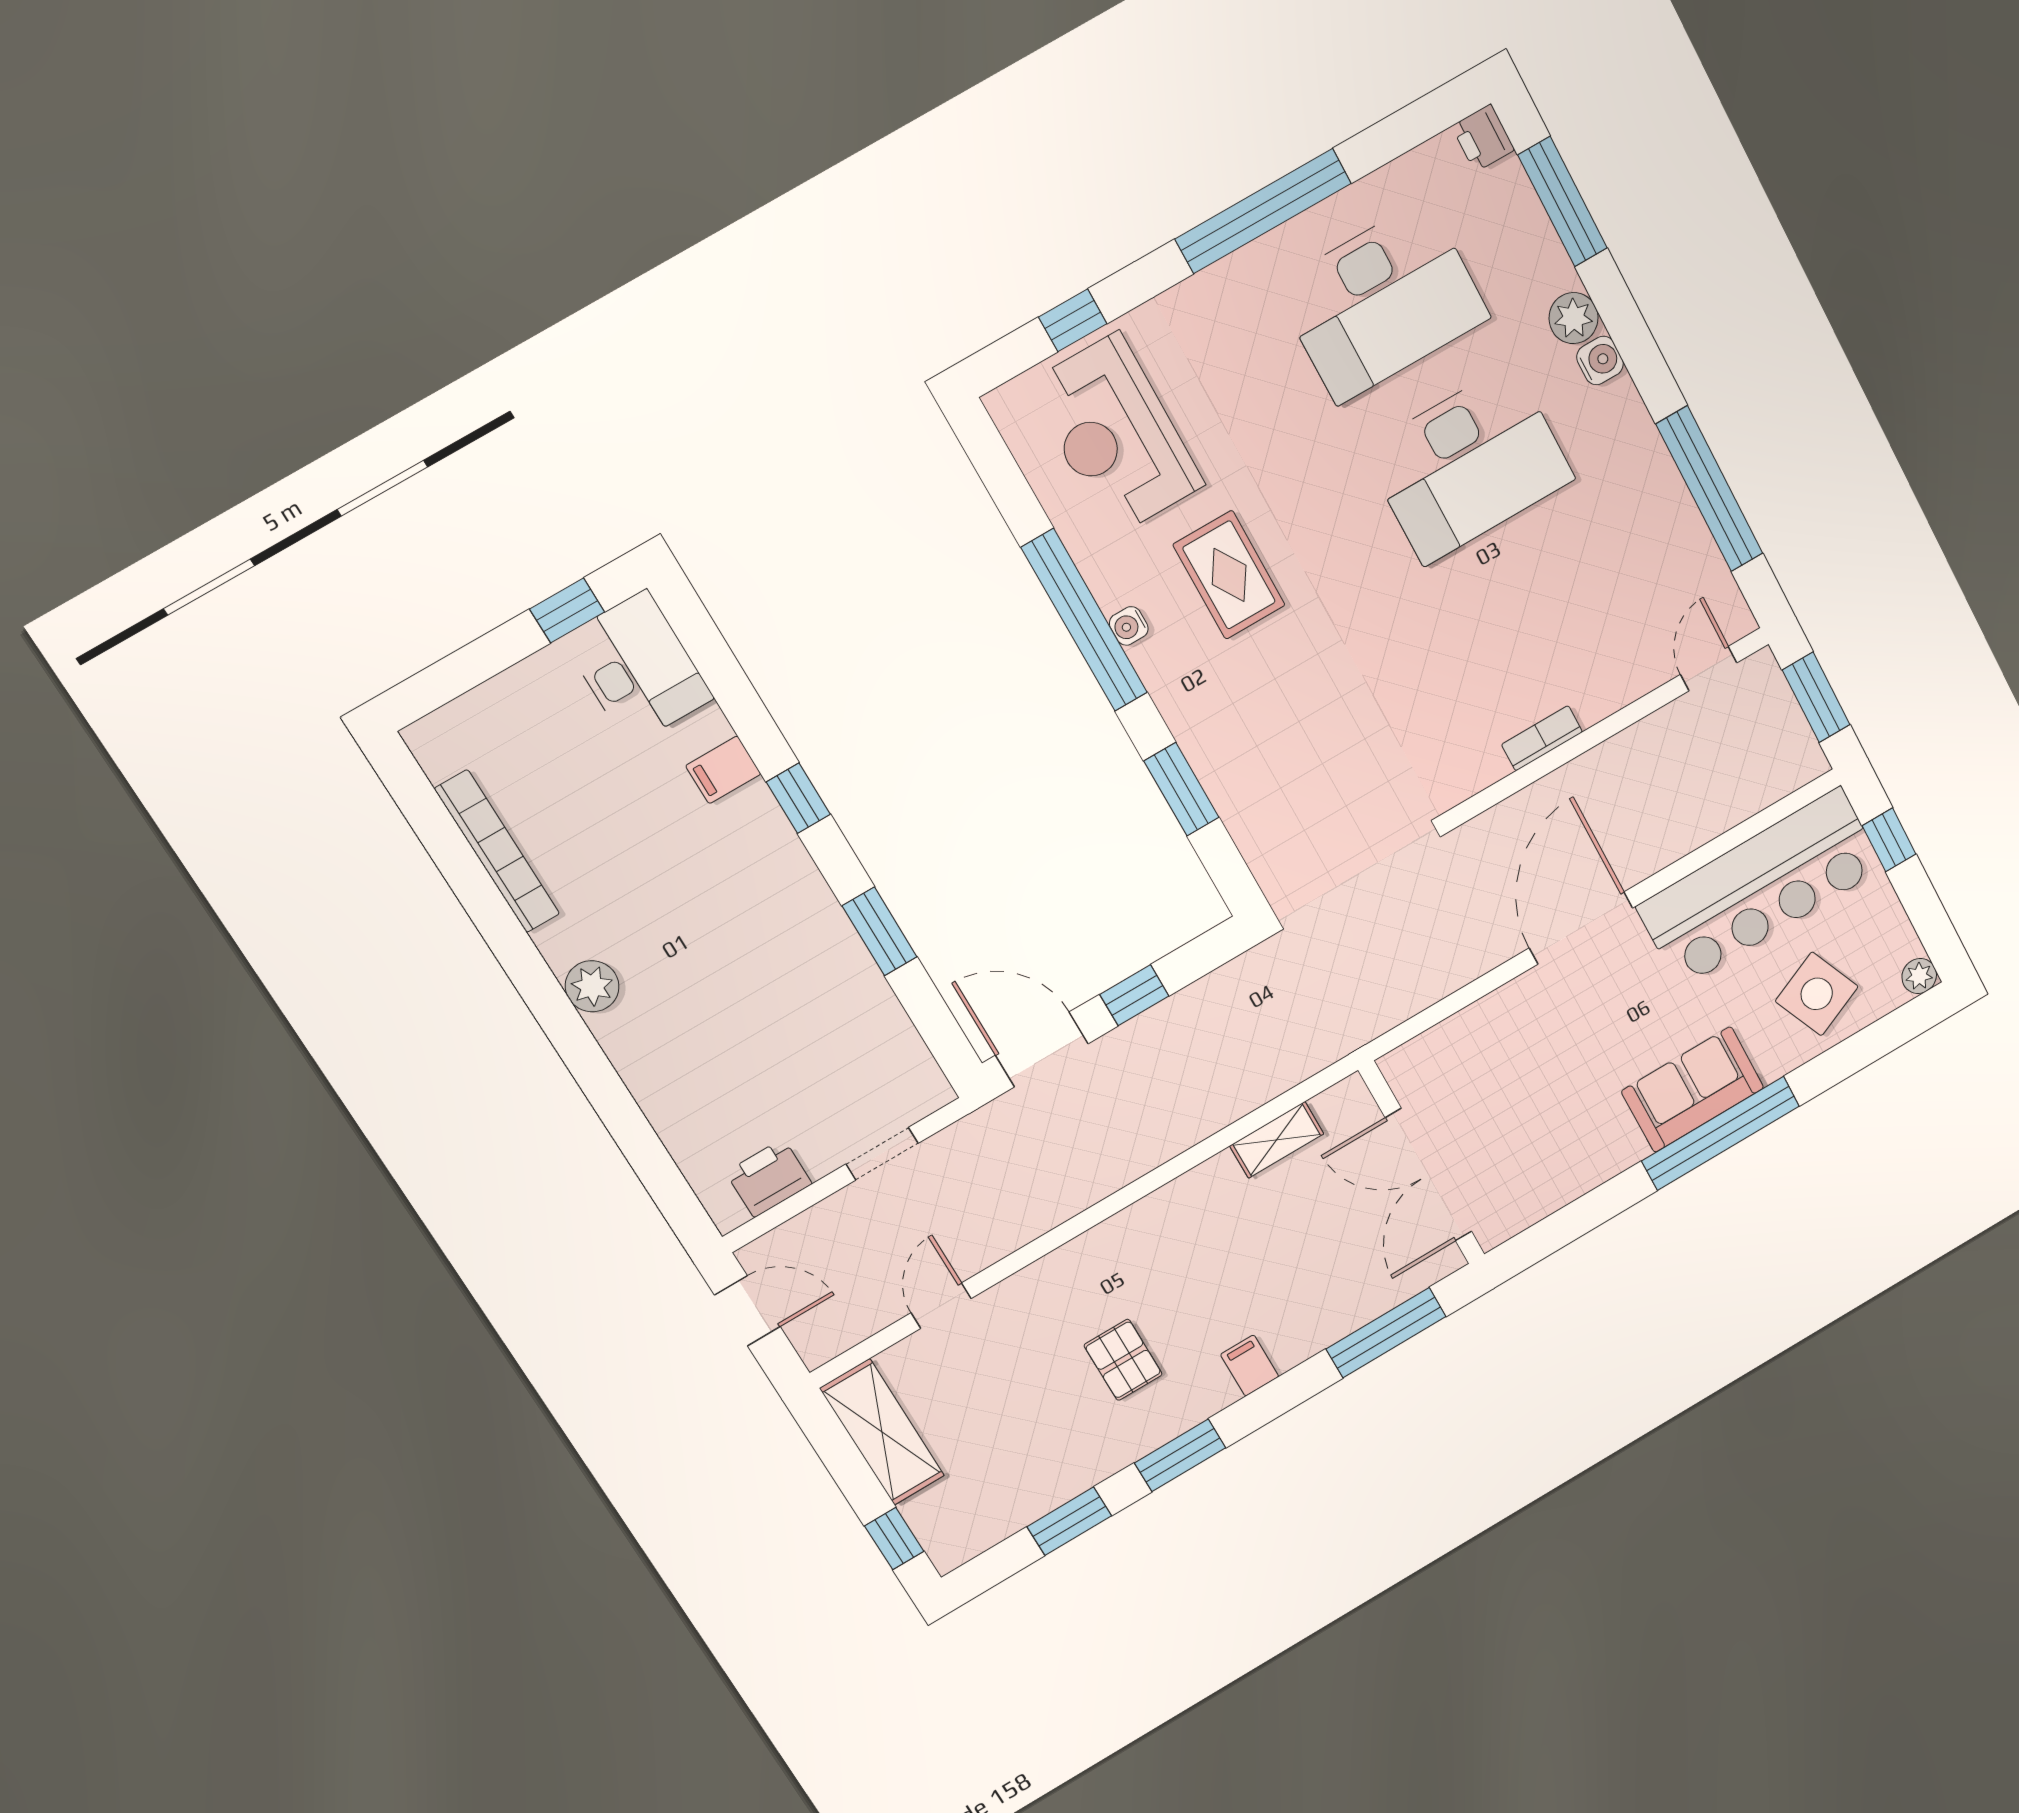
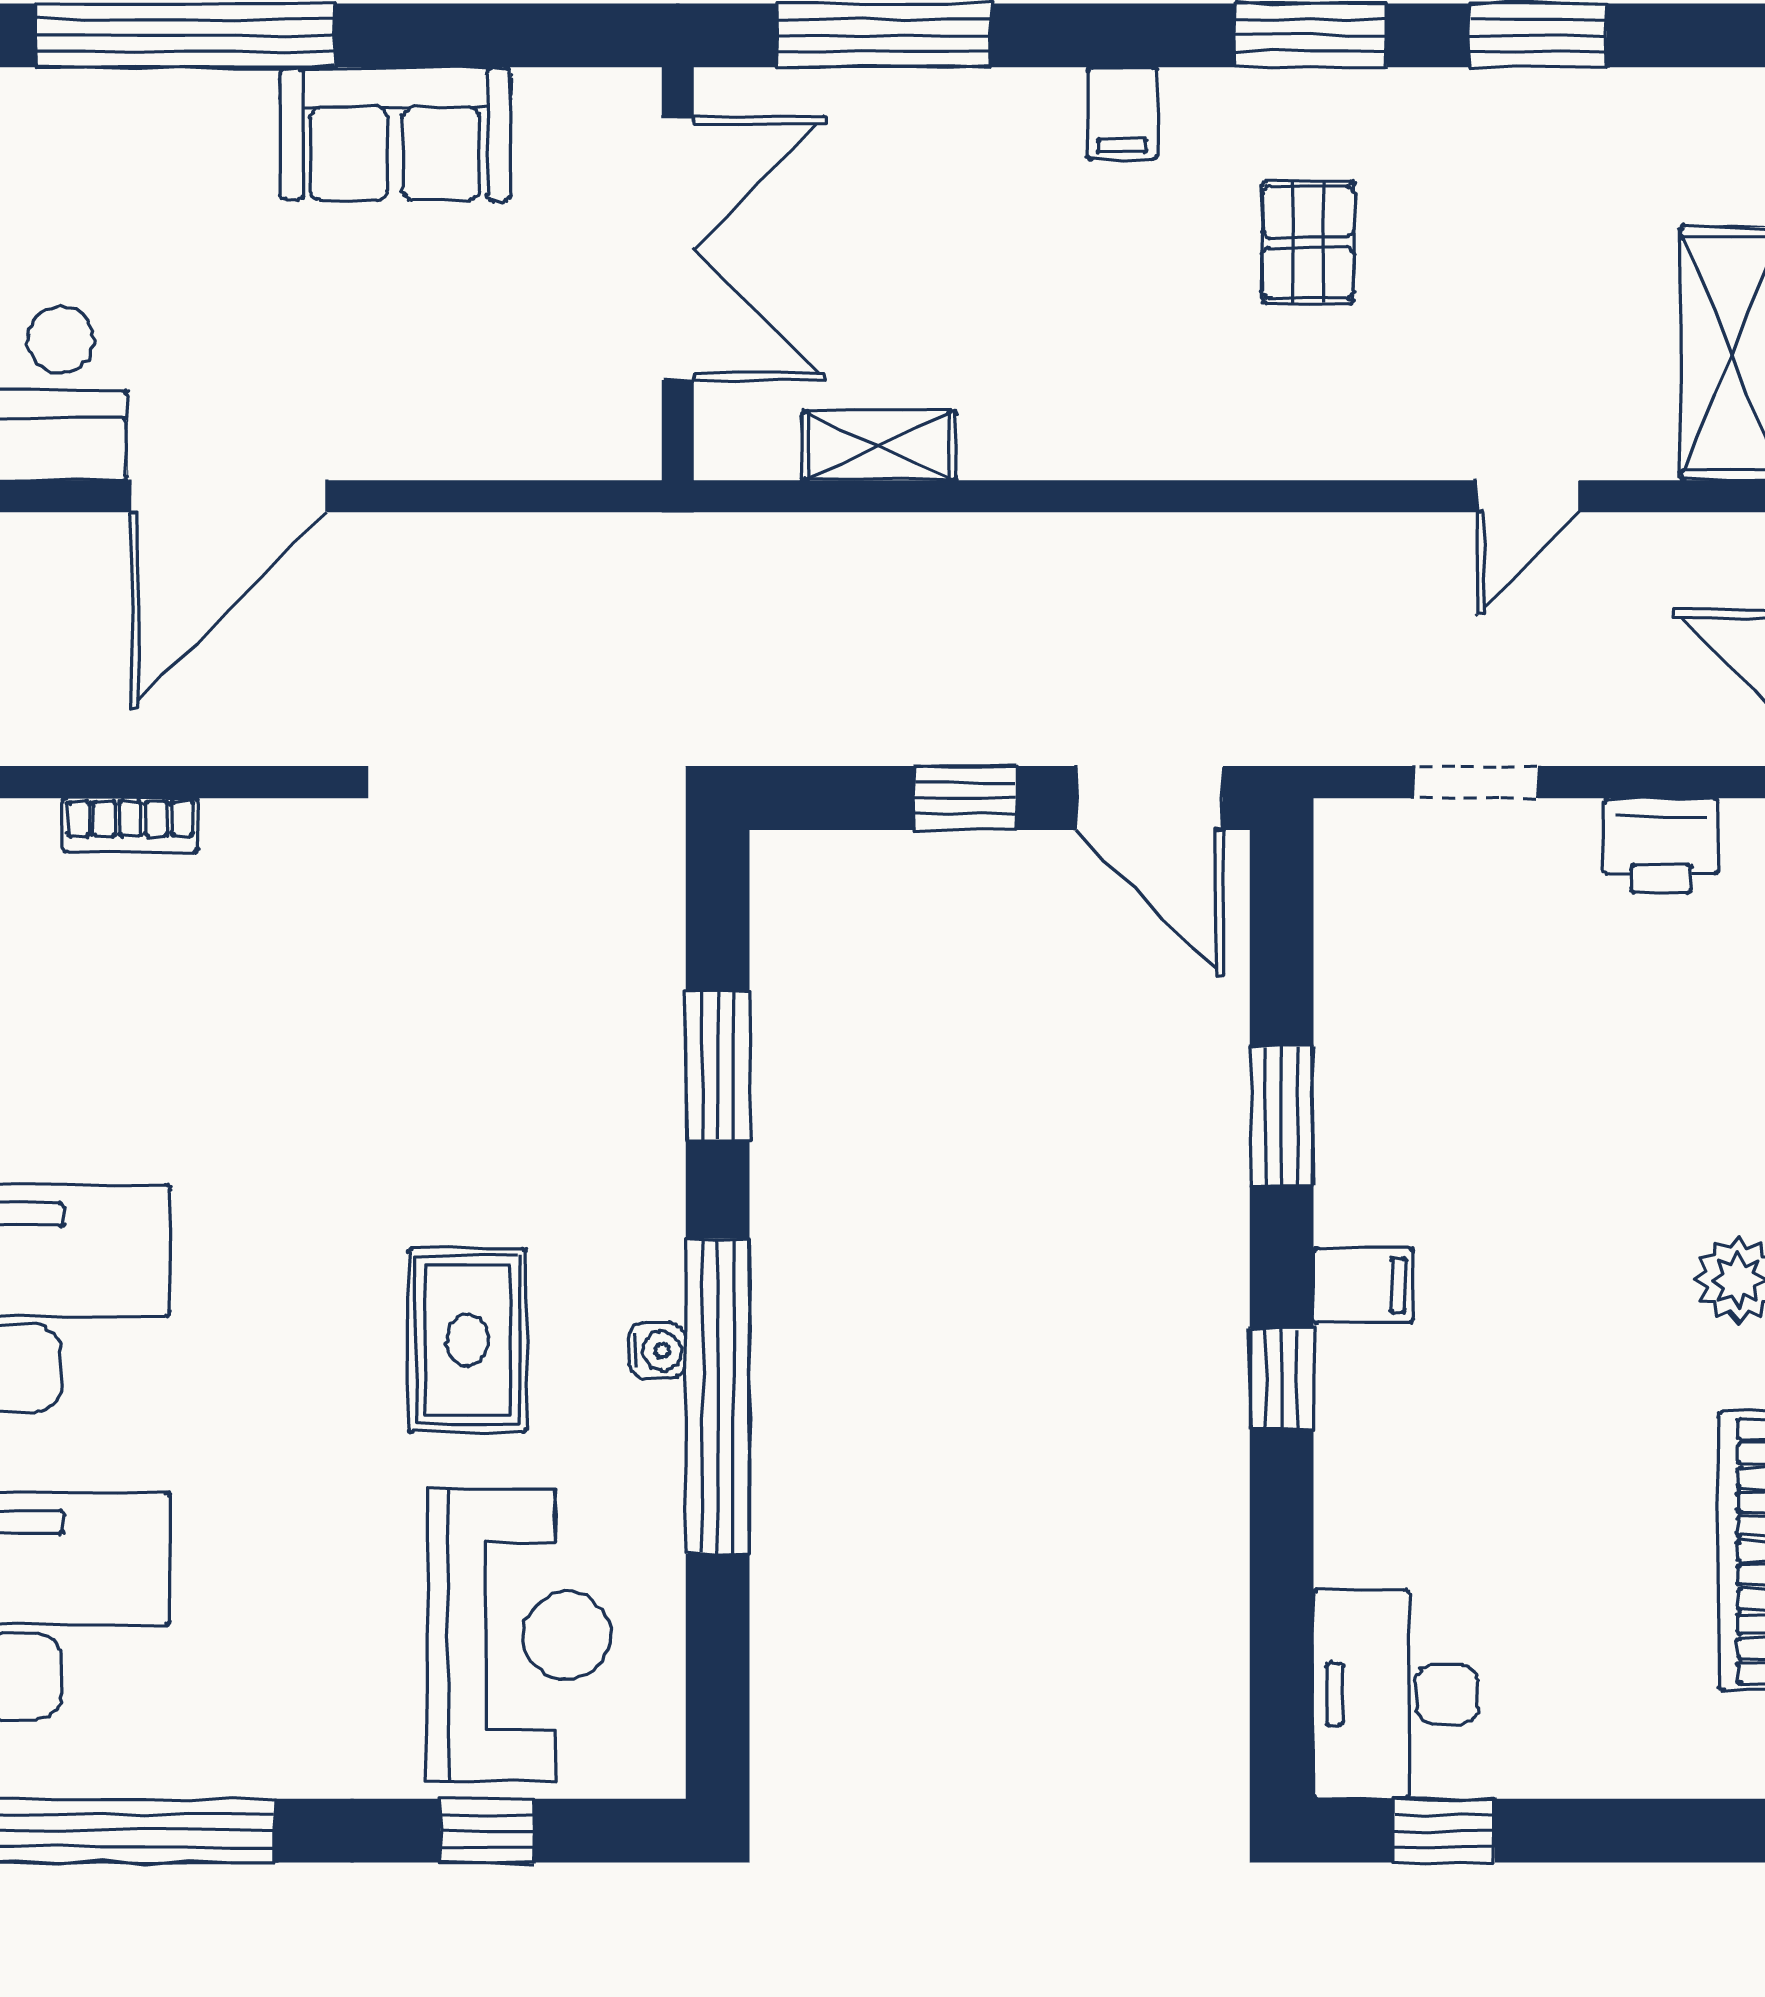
filing cabinet: (723, 770) -> (1363, 1285), moved
sofa: (1693, 1090) -> (395, 134), moved

